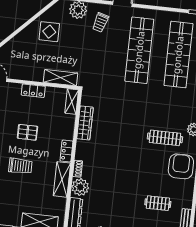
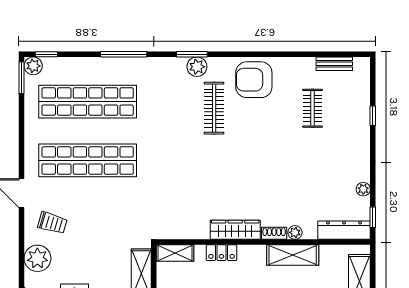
wardrobe: (85, 123) -> (235, 230), moved
locker: (67, 151) -> (221, 253), moved
plant: (80, 187) -> (295, 232), width x0.53, depth x0.53

